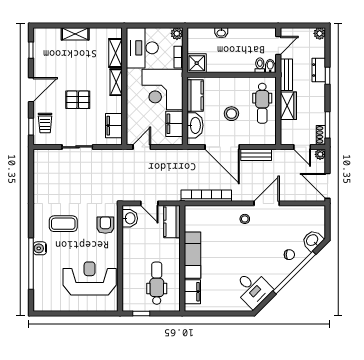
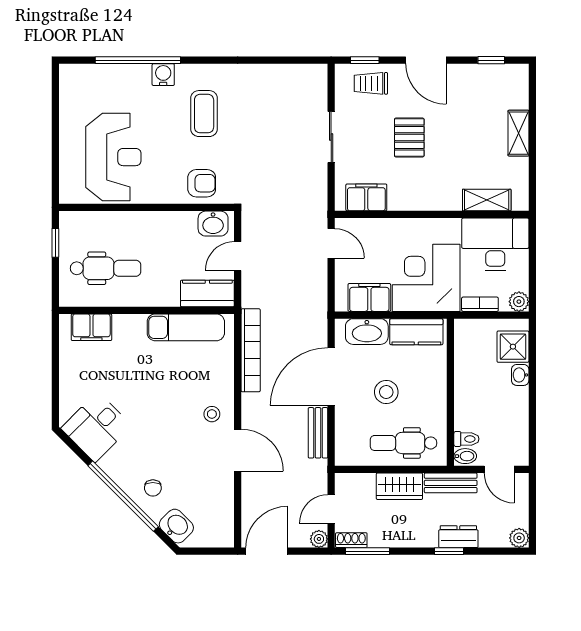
shower: (197, 63) -> (513, 347), moved
shelving: (116, 82) -> (438, 201), removed
exam couch: (192, 255) -> (186, 327), moved

